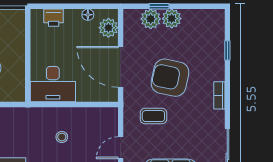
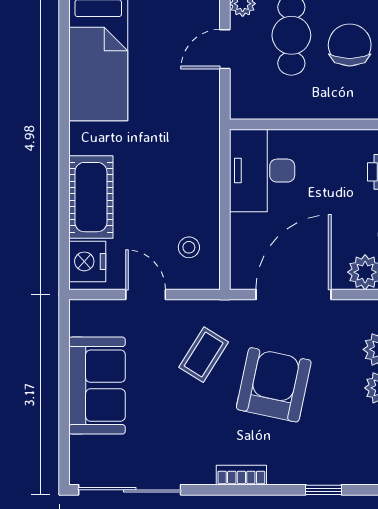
coffee table: (153, 116) -> (204, 355), turned 32
stool: (62, 137) -> (189, 247), moved

